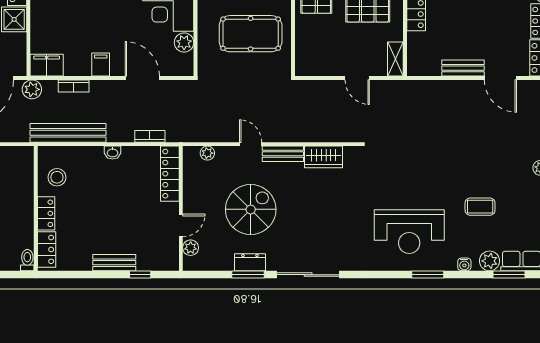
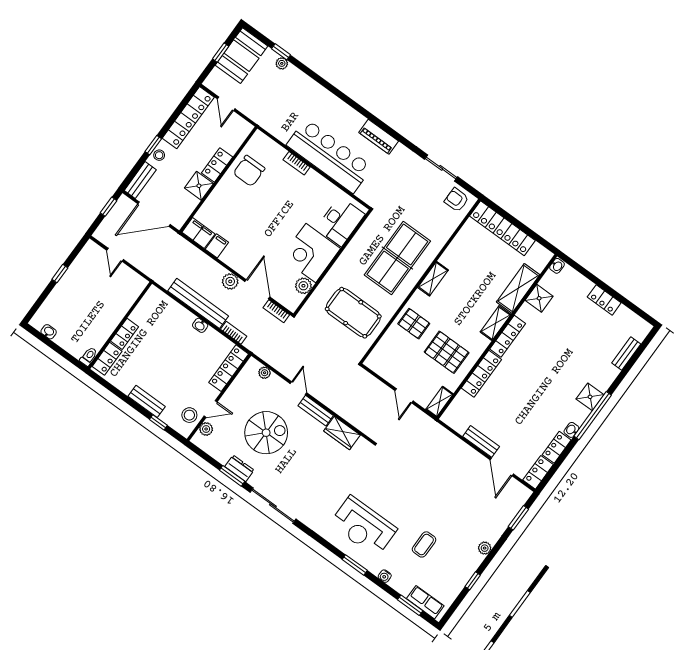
filing cabinet: (101, 65) -> (217, 246), moved
bookcase: (74, 86) -> (276, 311), moved
plant: (32, 89) -> (230, 281), moved
bench: (68, 133) -> (198, 303), moved
stool: (57, 177) -> (189, 415), moved
coffee table: (480, 207) -> (424, 544), turned 90
plant: (490, 261) -> (404, 586), removed

